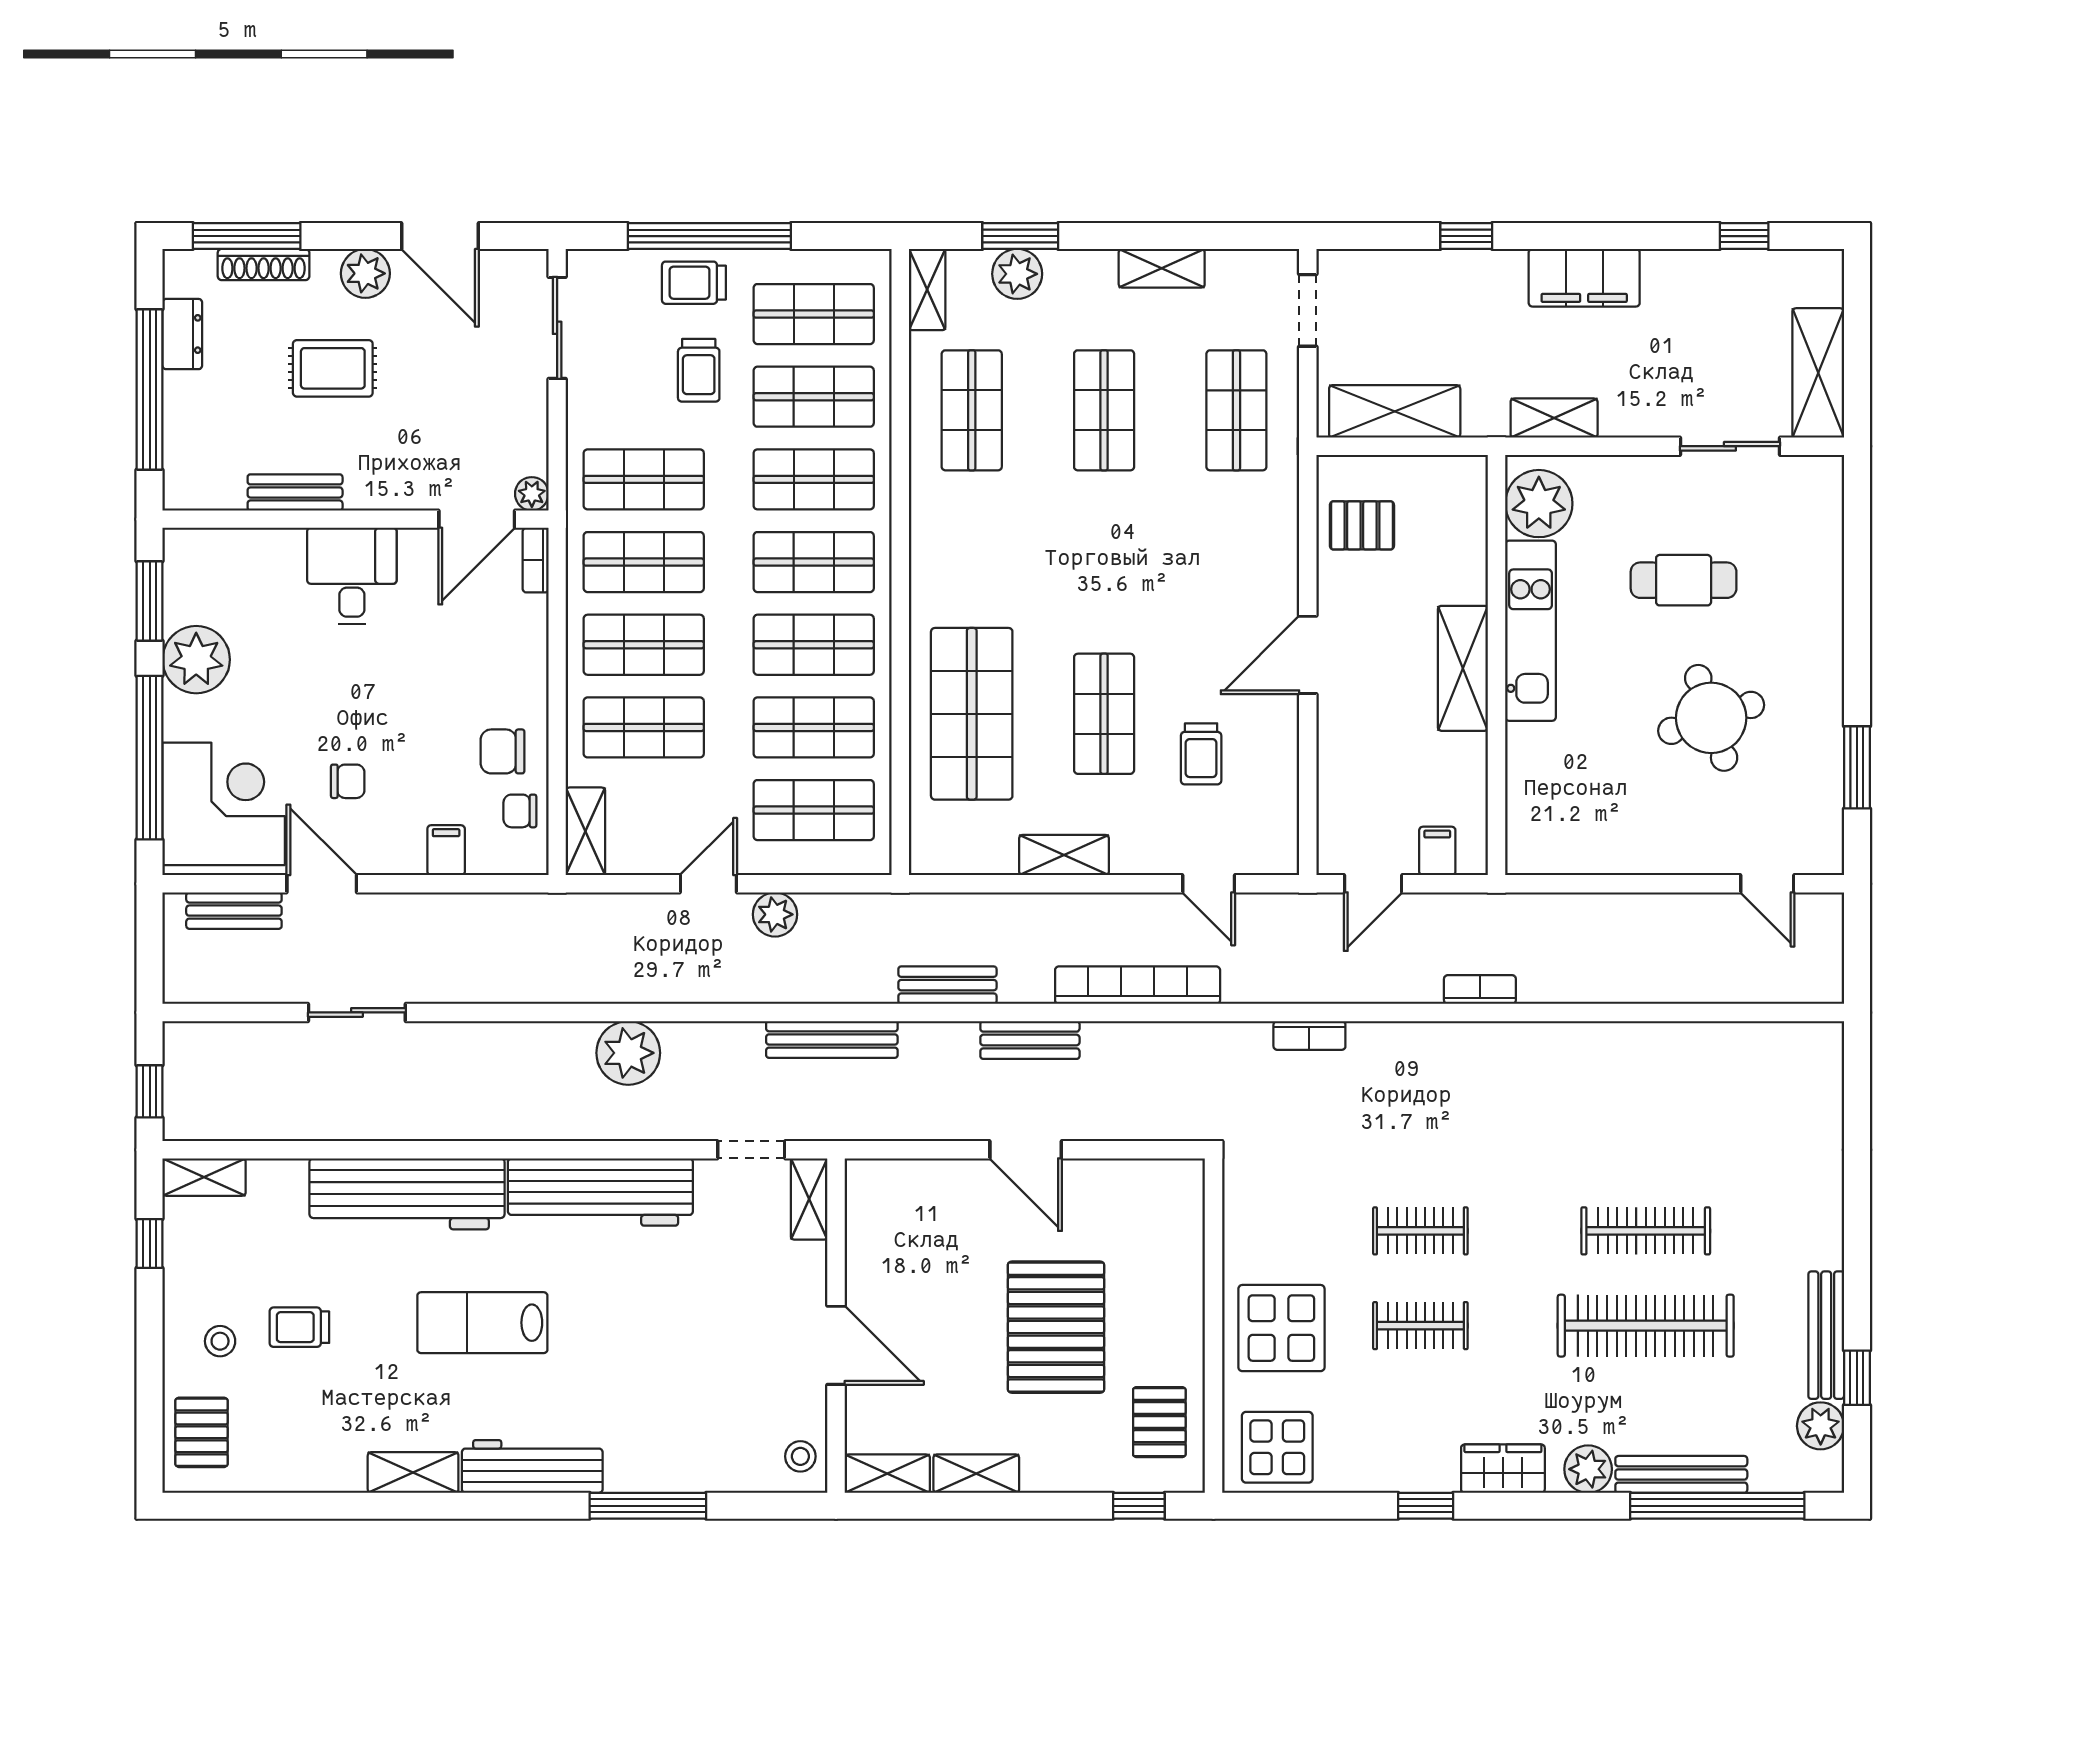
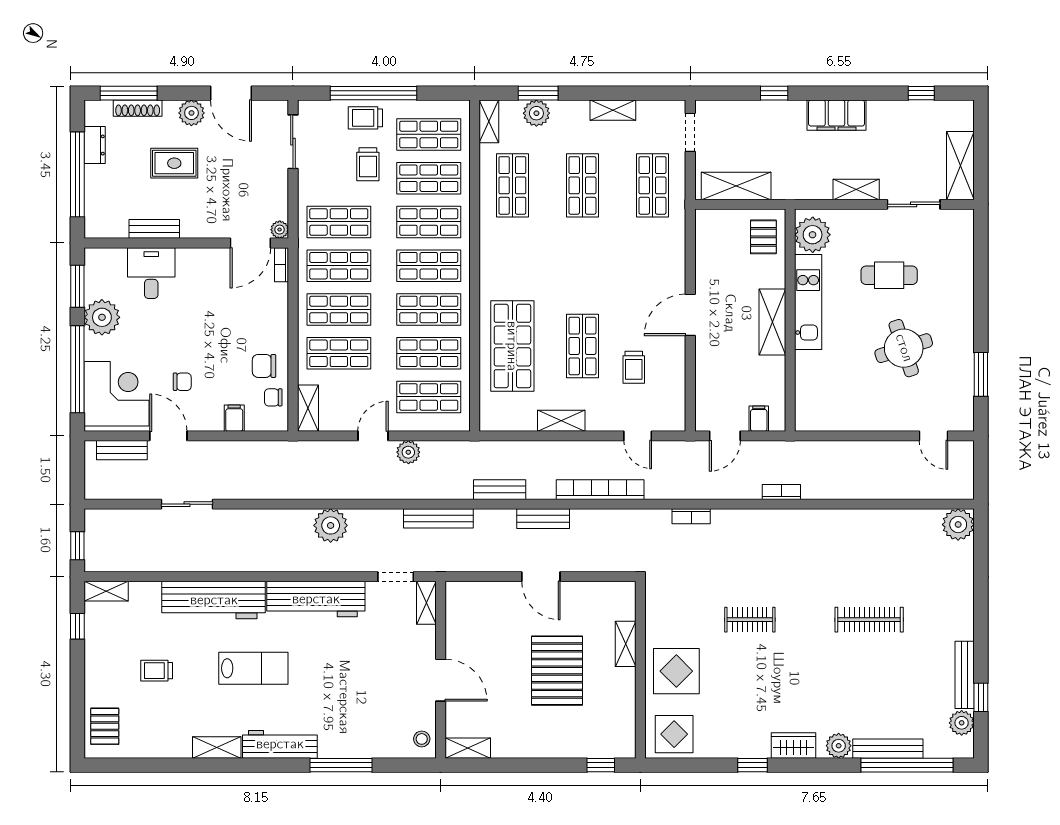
shelving: (1554, 418) -> (856, 189), moved
pallet: (1362, 525) -> (763, 237), moved, turned 90
desk: (352, 576) -> (151, 273), moved
plant: (1814, 1051) -> (958, 525), added
lab bench: (482, 1323) -> (253, 668), turned 180
clothes rail: (1420, 1326) -> (750, 670), removed
clothes rail: (1646, 1326) -> (869, 670), removed
stool: (220, 1341) -> (115, 678), removed
pallet: (1159, 1422) -> (612, 721), removed
shelving: (976, 1474) -> (626, 644), moved, turned 90

